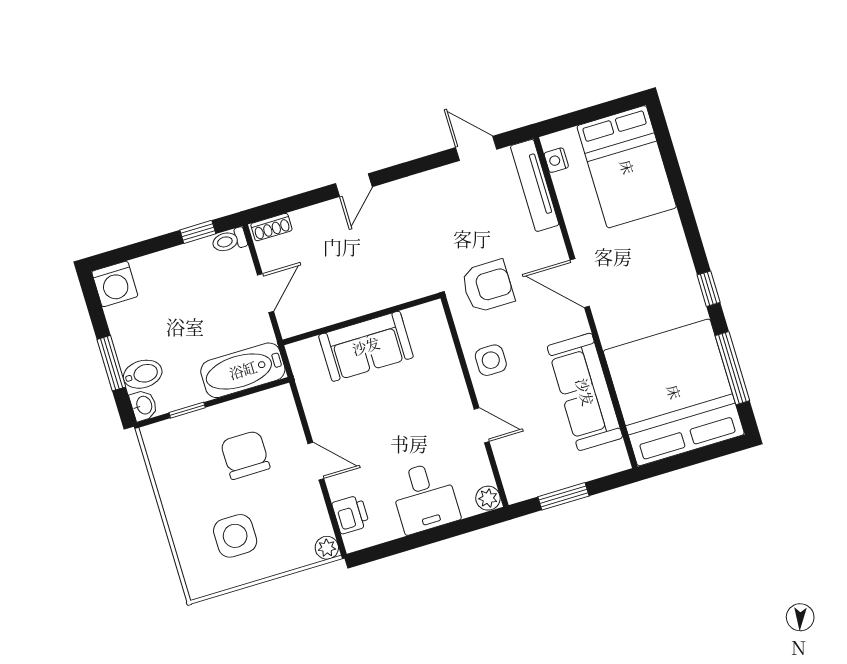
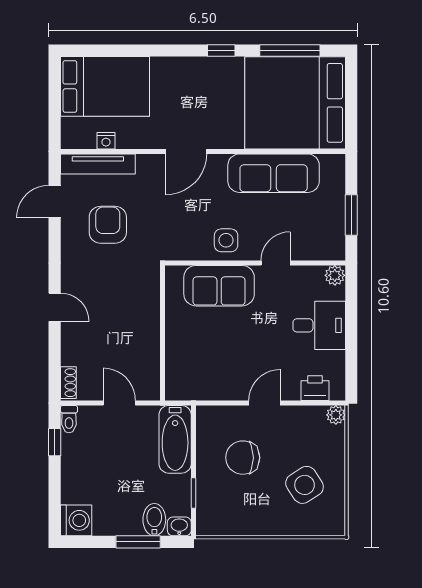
nightstand: (556, 160) -> (106, 141), moved
armchair: (488, 286) -> (108, 225), moved
sofa: (366, 346) -> (219, 286), moved, turned 90
side table: (235, 536) -> (305, 485), turned -33

